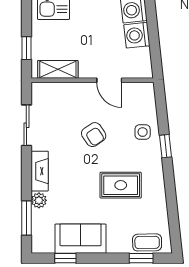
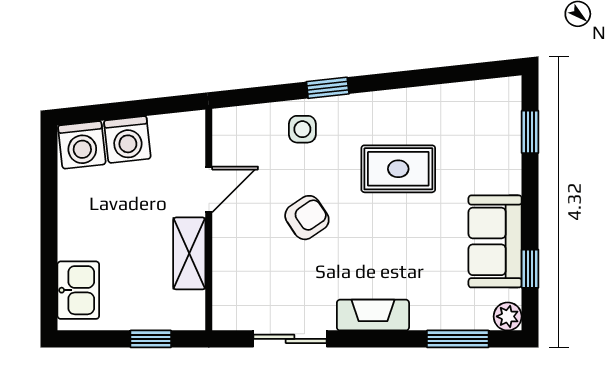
shelving: (58, 69) -> (189, 253), moved
rug: (121, 185) -> (398, 169), turned 90
plant: (39, 200) -> (508, 316), moved
coffee table: (147, 242) -> (502, 121), removed

